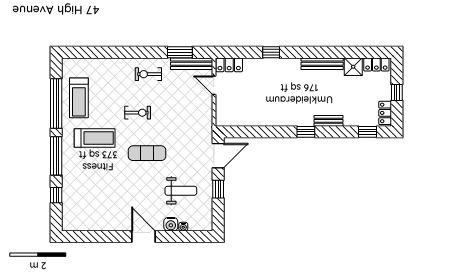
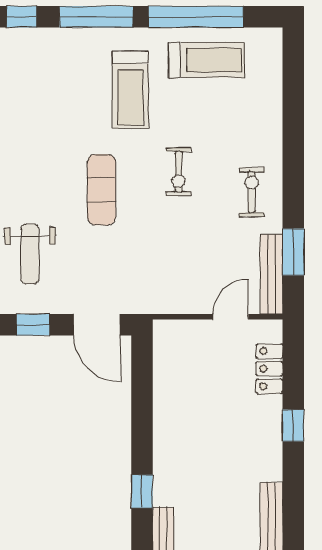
locker: (229, 65) -> (269, 369), moved
treadmill: (79, 98) -> (207, 60), turned 180

